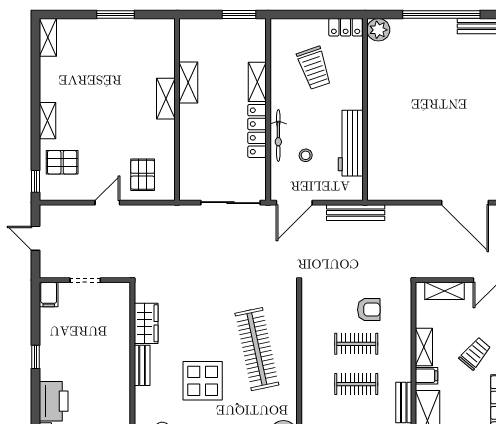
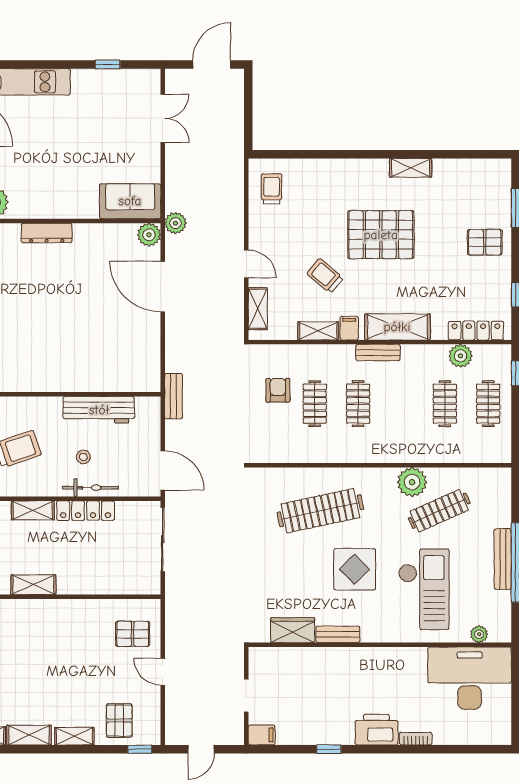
shelving: (166, 99) -> (29, 735), moved
stool: (306, 155) -> (83, 457), moved
door: (465, 203) -> (163, 287), swing flipped
bench: (356, 213) -> (173, 396), width x0.73

